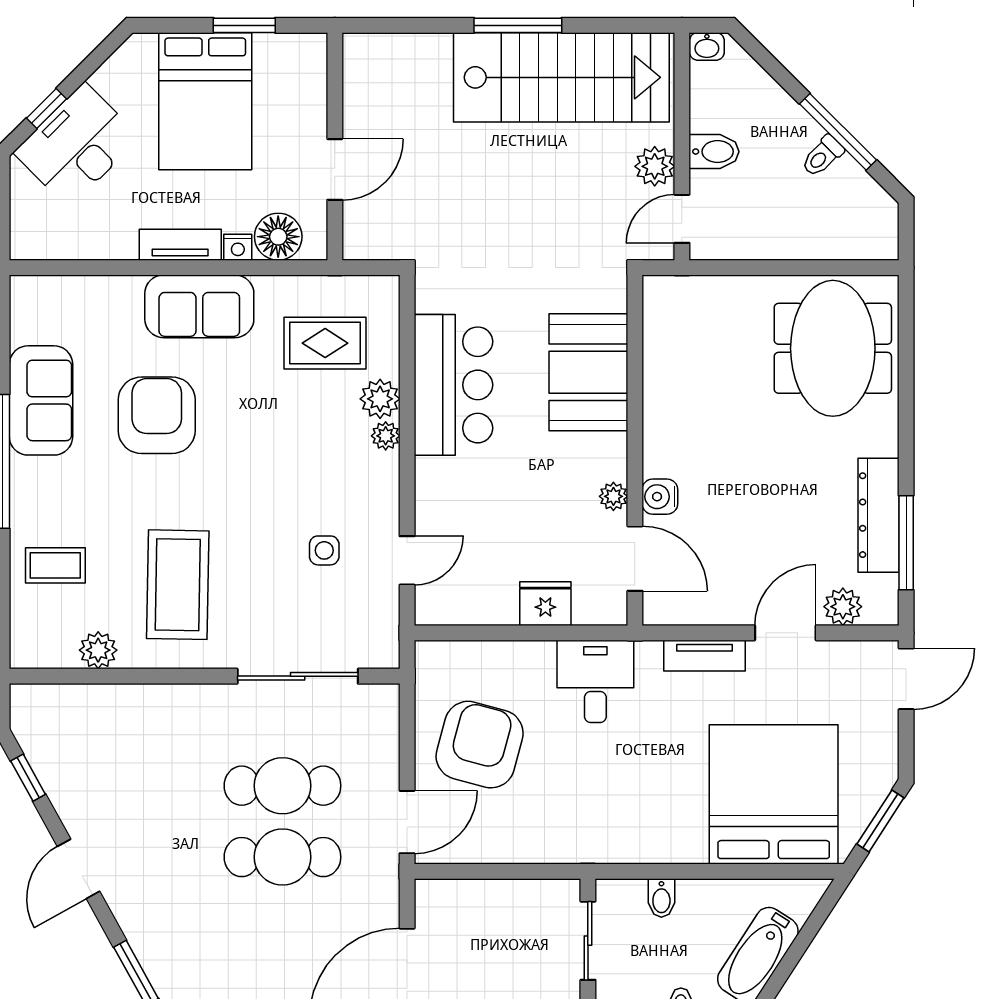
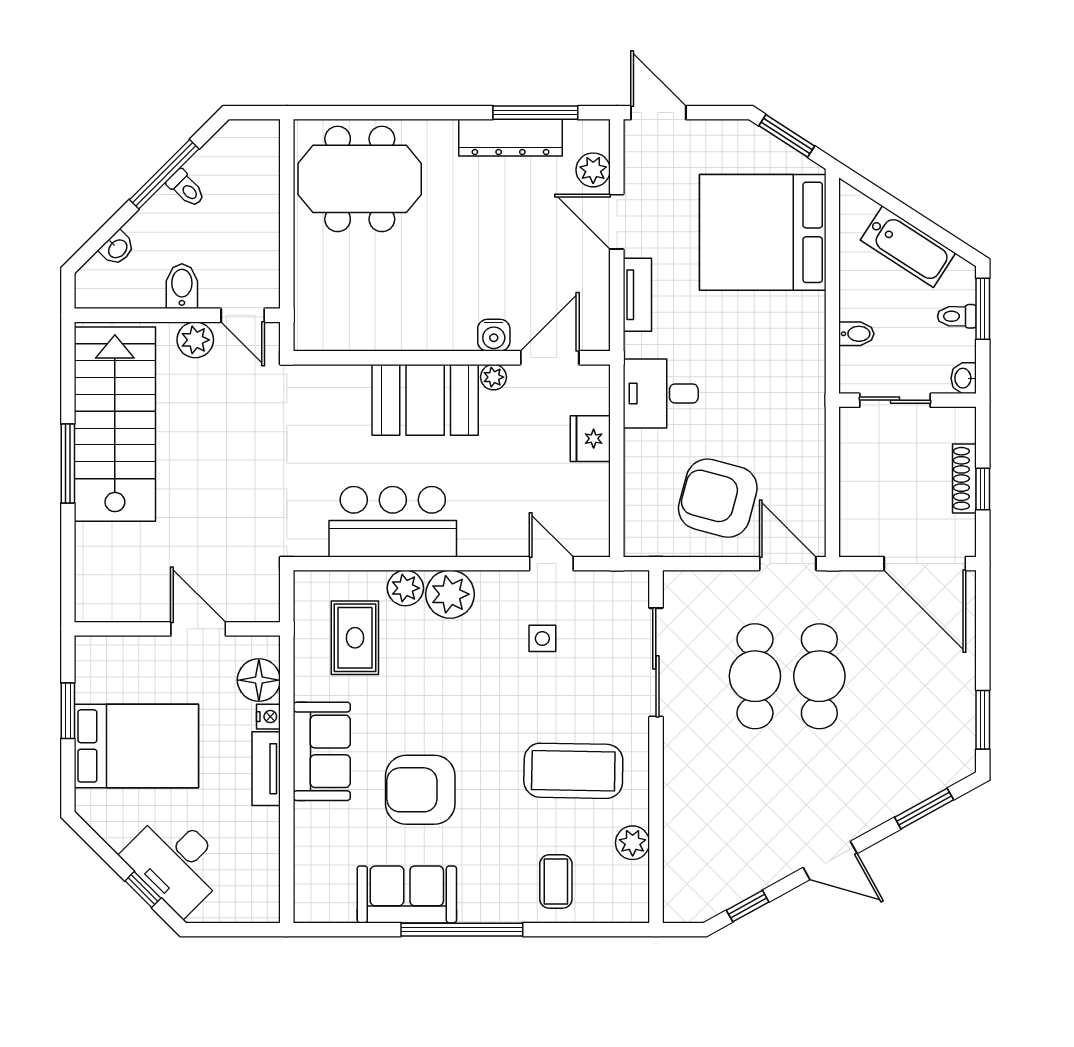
washbasin: (707, 46) -> (117, 248), moved, turned 45
booth: (588, 372) -> (425, 400), moved
plant: (386, 436) -> (450, 594), width x1.87, depth x1.87

